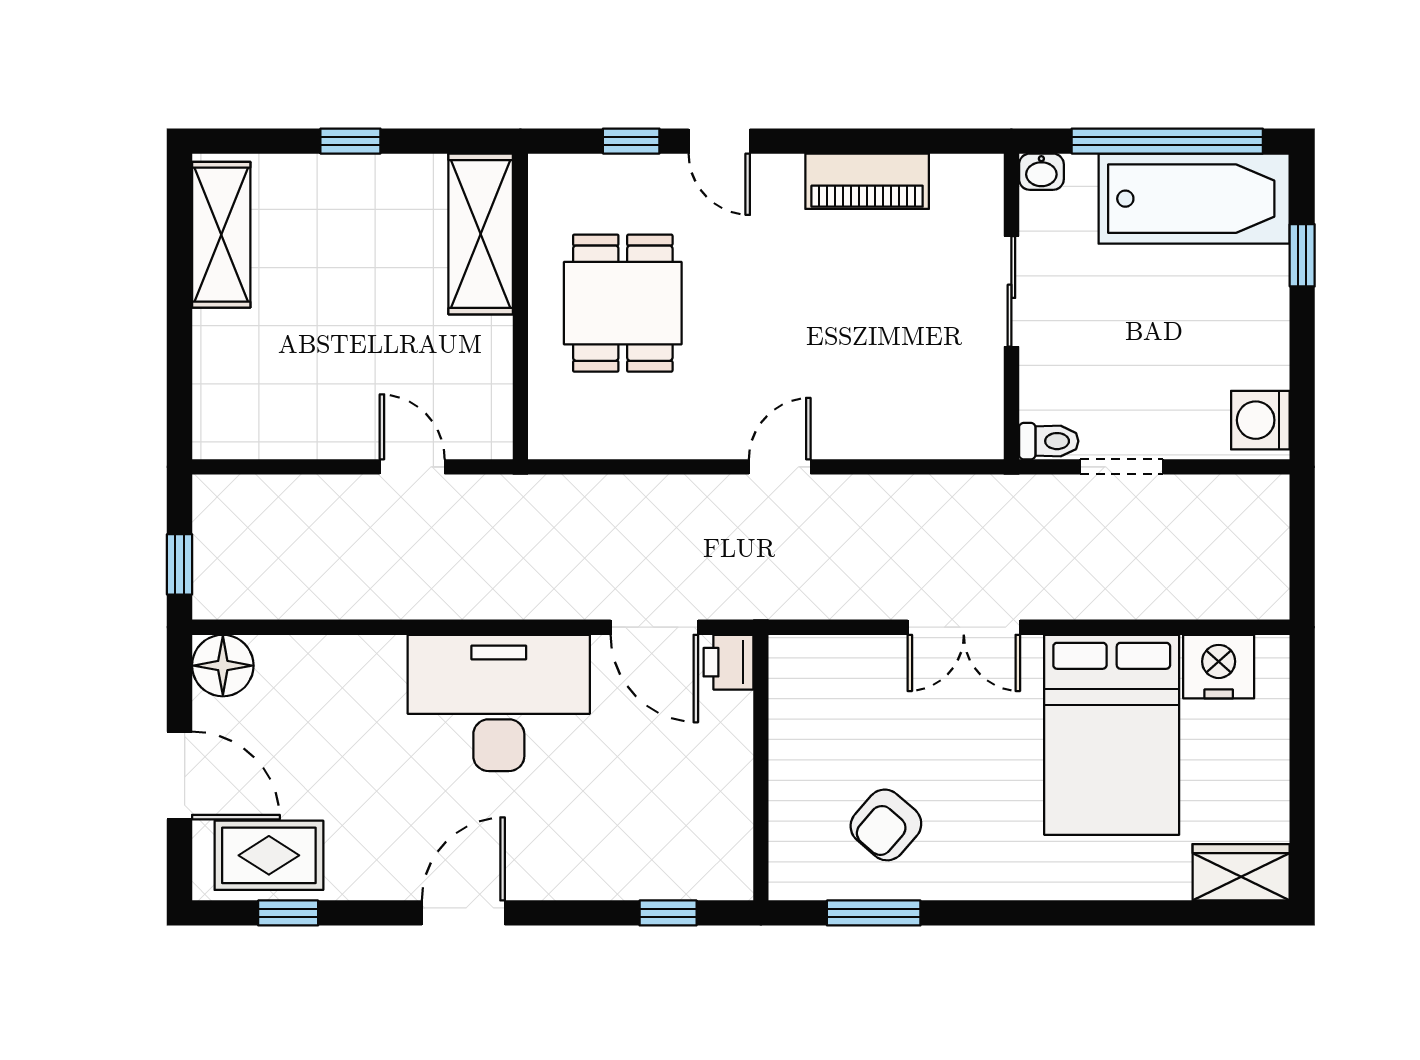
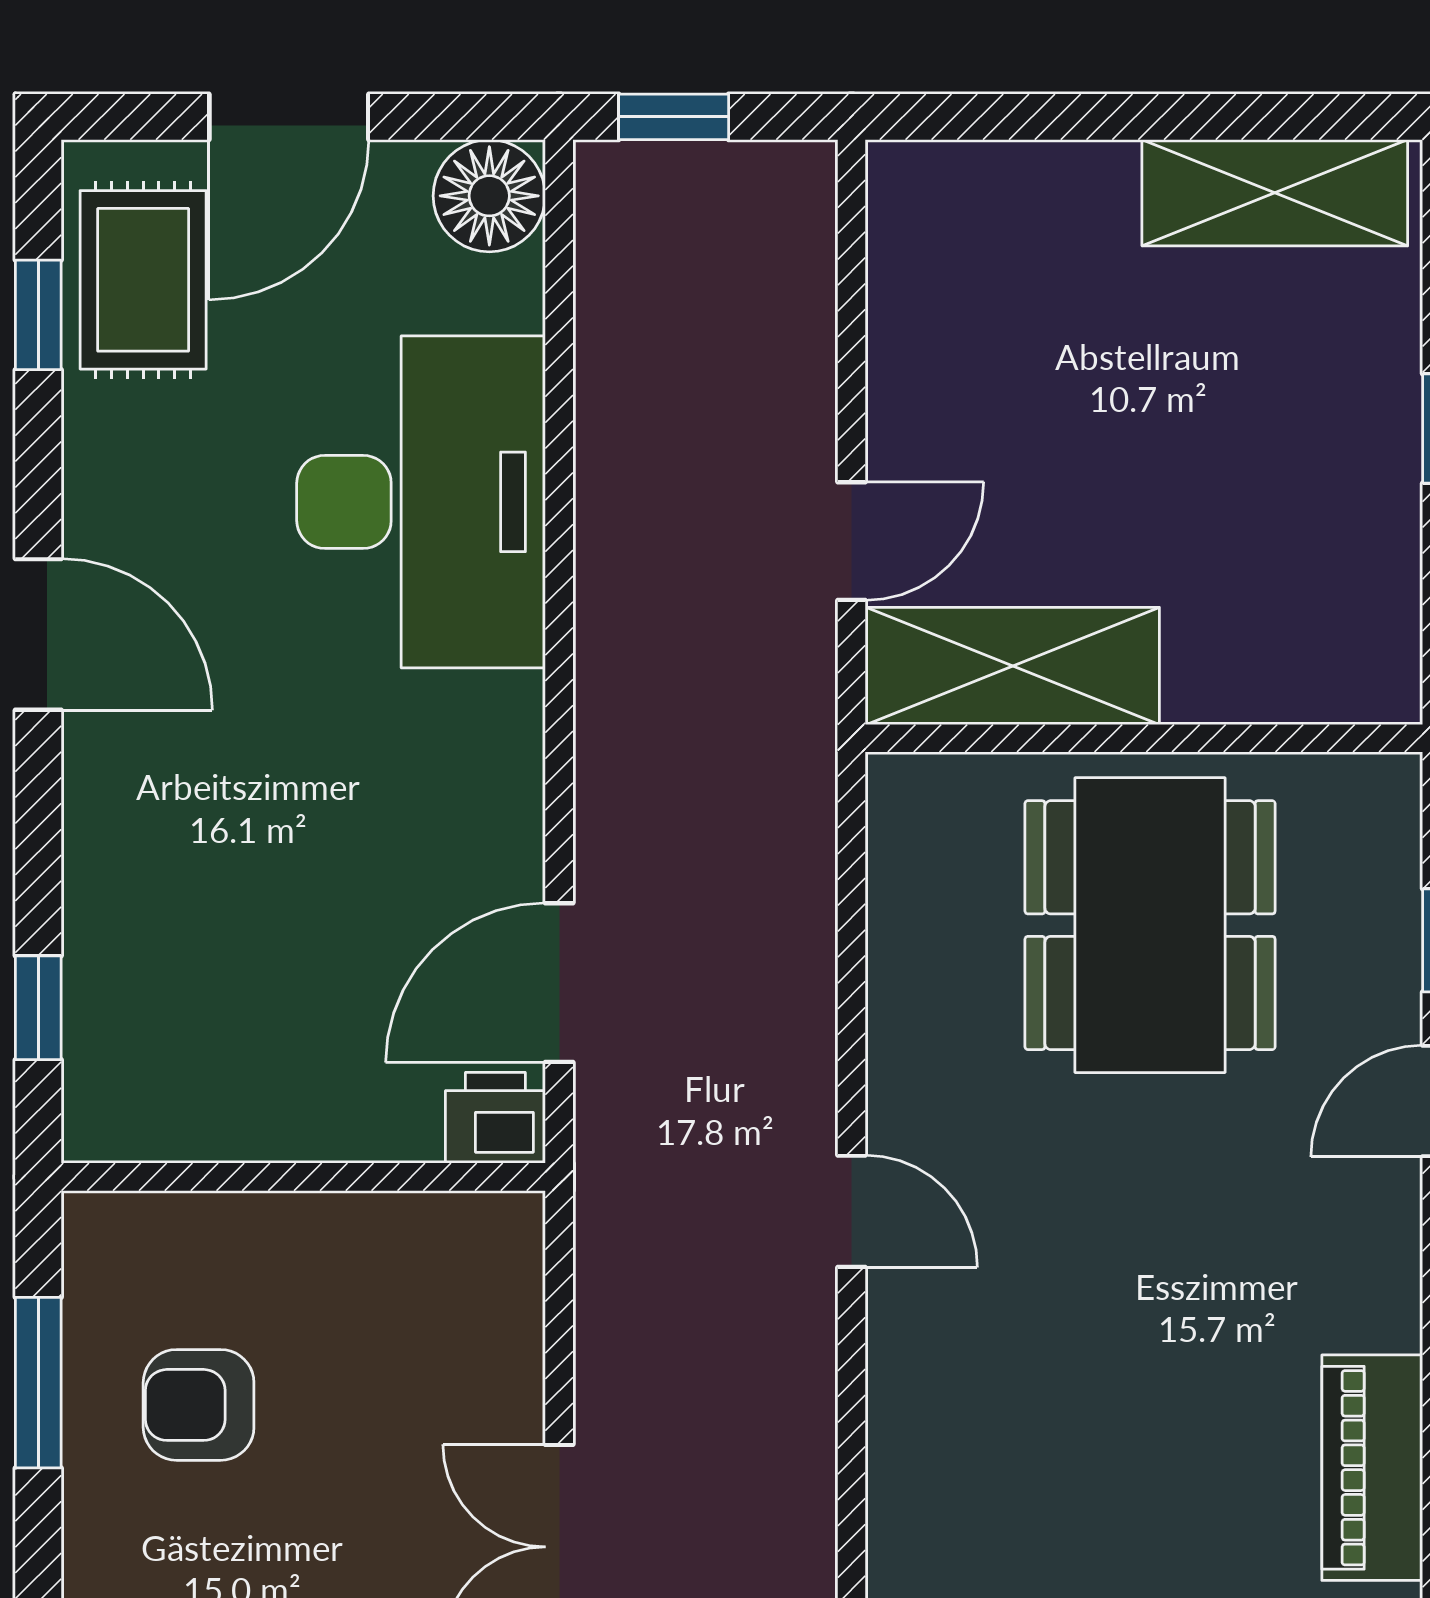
piano: (867, 181) -> (1372, 1468), moved
shelving: (481, 234) -> (1013, 666), moved
dining table: (623, 303) -> (1150, 925), width x1.38
desk: (499, 703) -> (421, 502), moved
armchair: (886, 825) -> (199, 1405), turned -41

